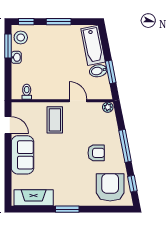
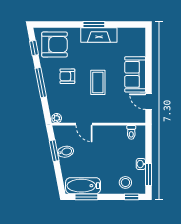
window: (59, 22) -> (86, 197), moved
stool: (21, 37) -> (125, 182), moved
bathtub: (93, 45) -> (83, 186), moved, turned -79
coffee table: (55, 120) -> (98, 82), moved
armchair: (110, 187) -> (55, 45), turned -90
fireplace: (34, 198) -> (99, 35), moved

